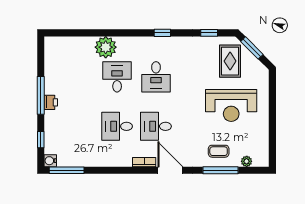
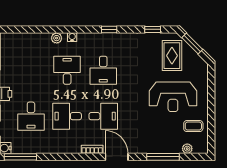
water cooler: (122, 41) -> (72, 37), added
plant: (106, 47) -> (57, 38), width x0.53, depth x0.53
desk: (78, 126) -> (31, 116), added
desk: (156, 126) -> (103, 116), turned 180
coffee table: (219, 151) -> (193, 126), moved

